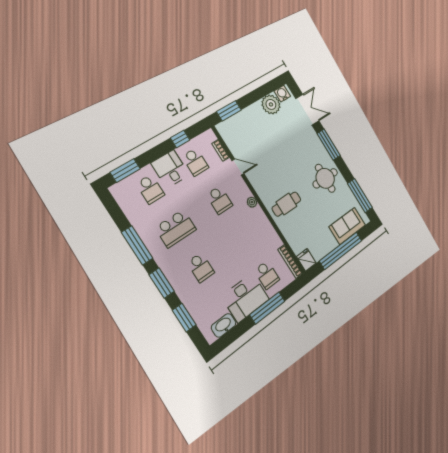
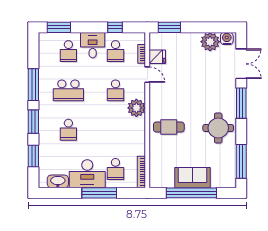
plant: (252, 202) -> (136, 108), width x1.88, depth x1.88
sofa: (347, 226) -> (193, 178), moved
fridge: (306, 260) -> (157, 57), moved, turned 90

